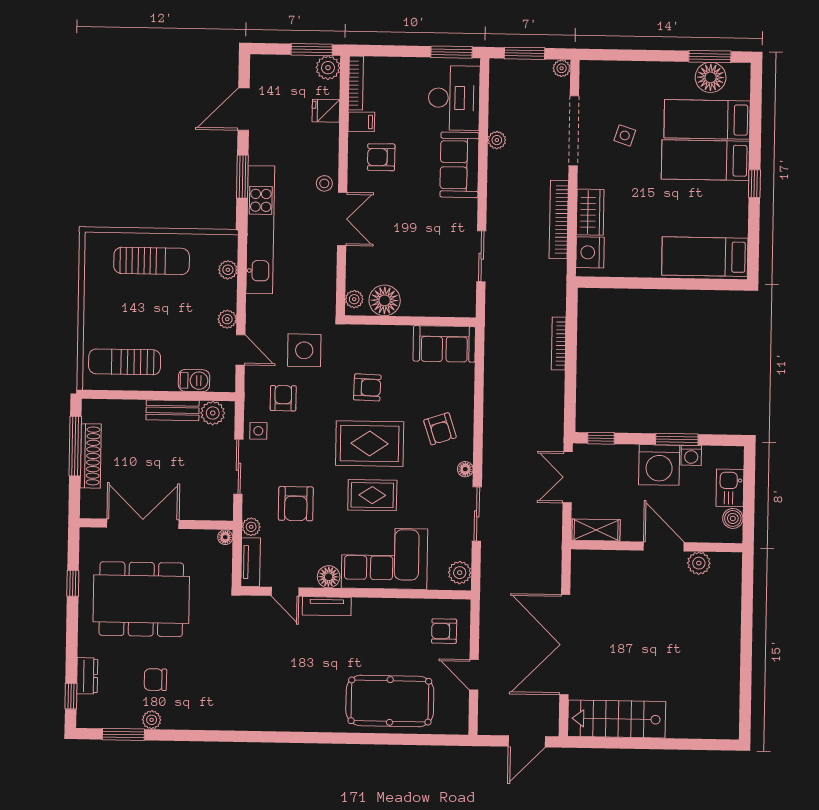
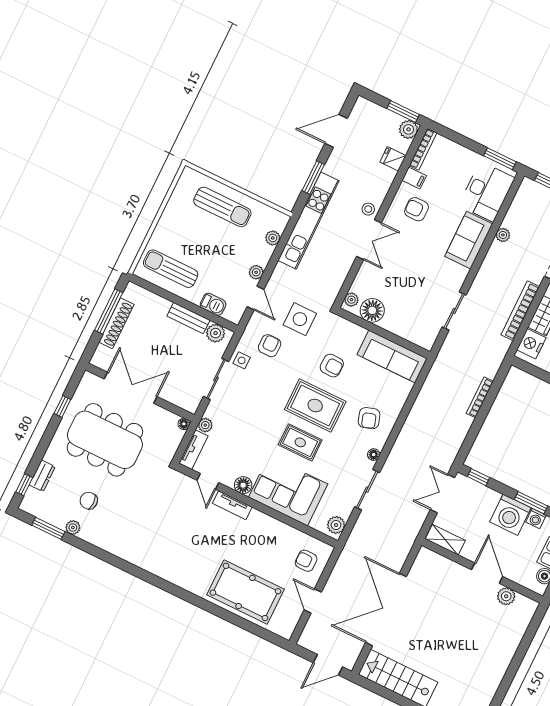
sofa: (444, 344) -> (392, 356), width x1.36
armchair: (296, 504) -> (244, 423), removed

